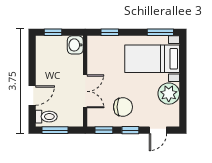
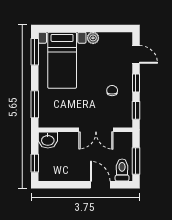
window: (110, 32) -> (35, 104), width x1.50
double door: (85, 91) -> (96, 130), swing flipped
plant: (169, 94) -> (93, 38), width x0.53, depth x0.53
chair: (123, 107) -> (112, 91), width x0.54, depth x0.54

